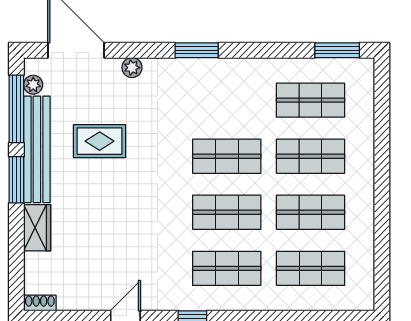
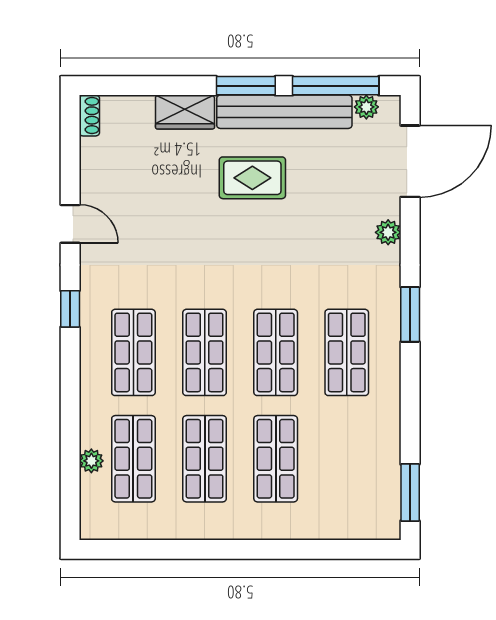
shop shelf: (311, 100) -> (347, 352), moved
rug: (100, 141) -> (252, 178), moved, turned 90
plant: (312, 302) -> (91, 461), added

